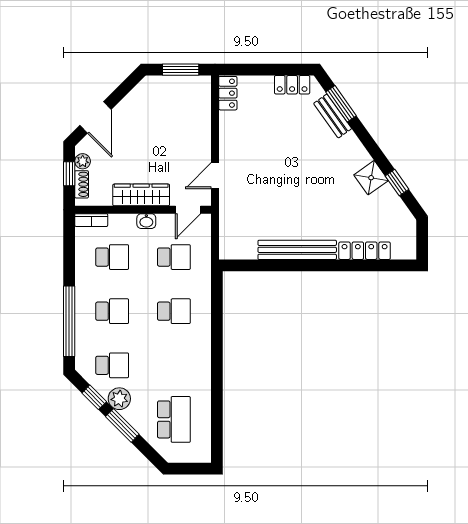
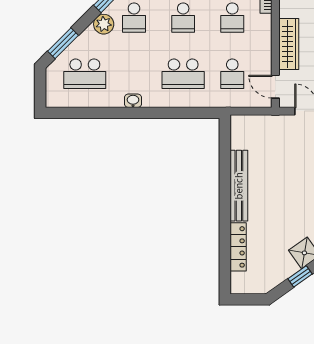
washbasin: (146, 221) -> (133, 101), moved, turned 90
school desk: (174, 311) -> (183, 74), width x1.85
window: (122, 425) -> (63, 43), moved

